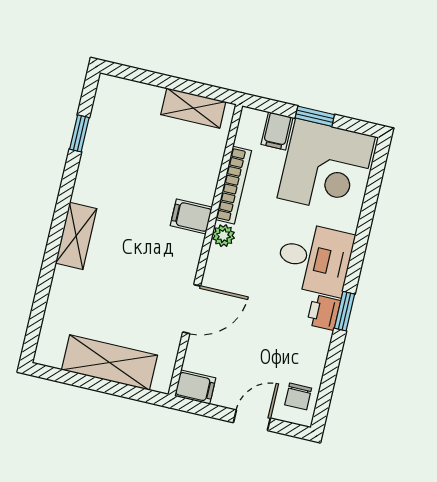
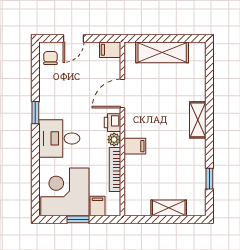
shelving: (193, 108) -> (169, 208), moved
printer: (324, 312) -> (113, 123), moved, turned 180

